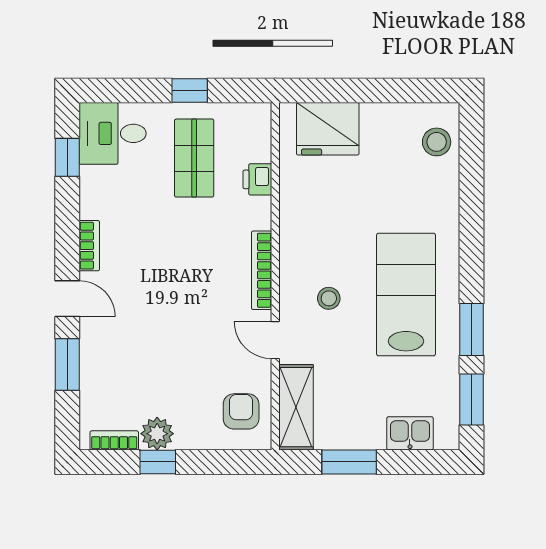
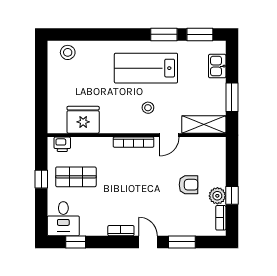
fridge: (328, 129) -> (83, 120), moved, turned -90
printer: (257, 179) -> (62, 144), moved
door: (67, 299) -> (148, 242), hinge flipped
armchair: (241, 411) -> (189, 185), moved, turned 180

